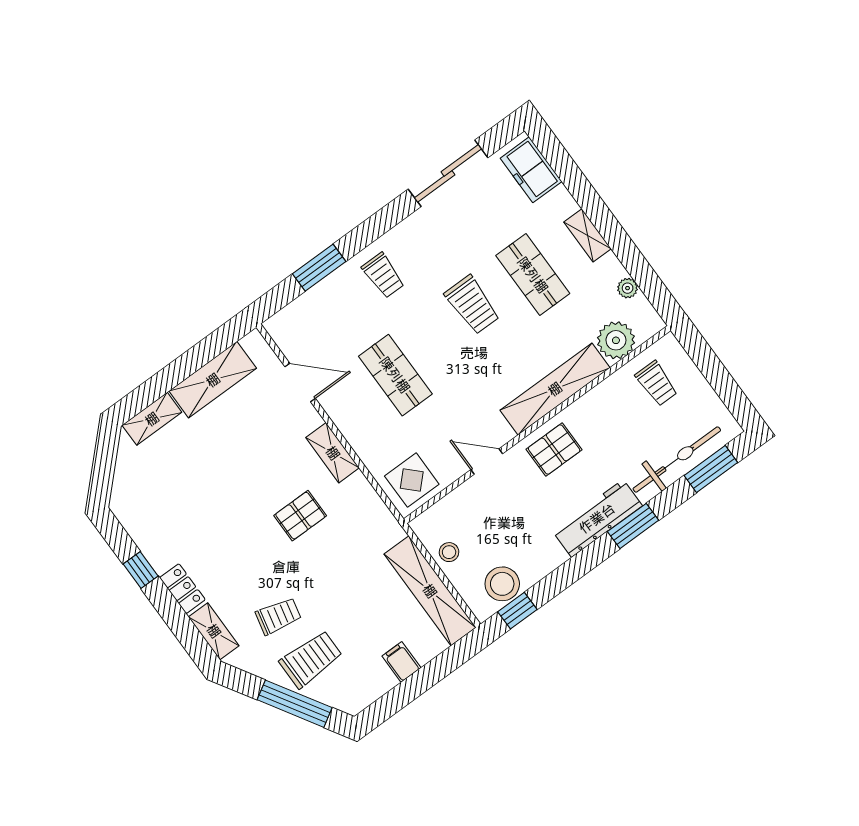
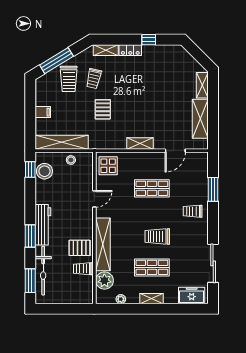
trolley: (656, 383) -> (83, 269), moved
pallet: (554, 449) -> (80, 248), moved, turned 90
pallet: (300, 516) -> (103, 109), moved

